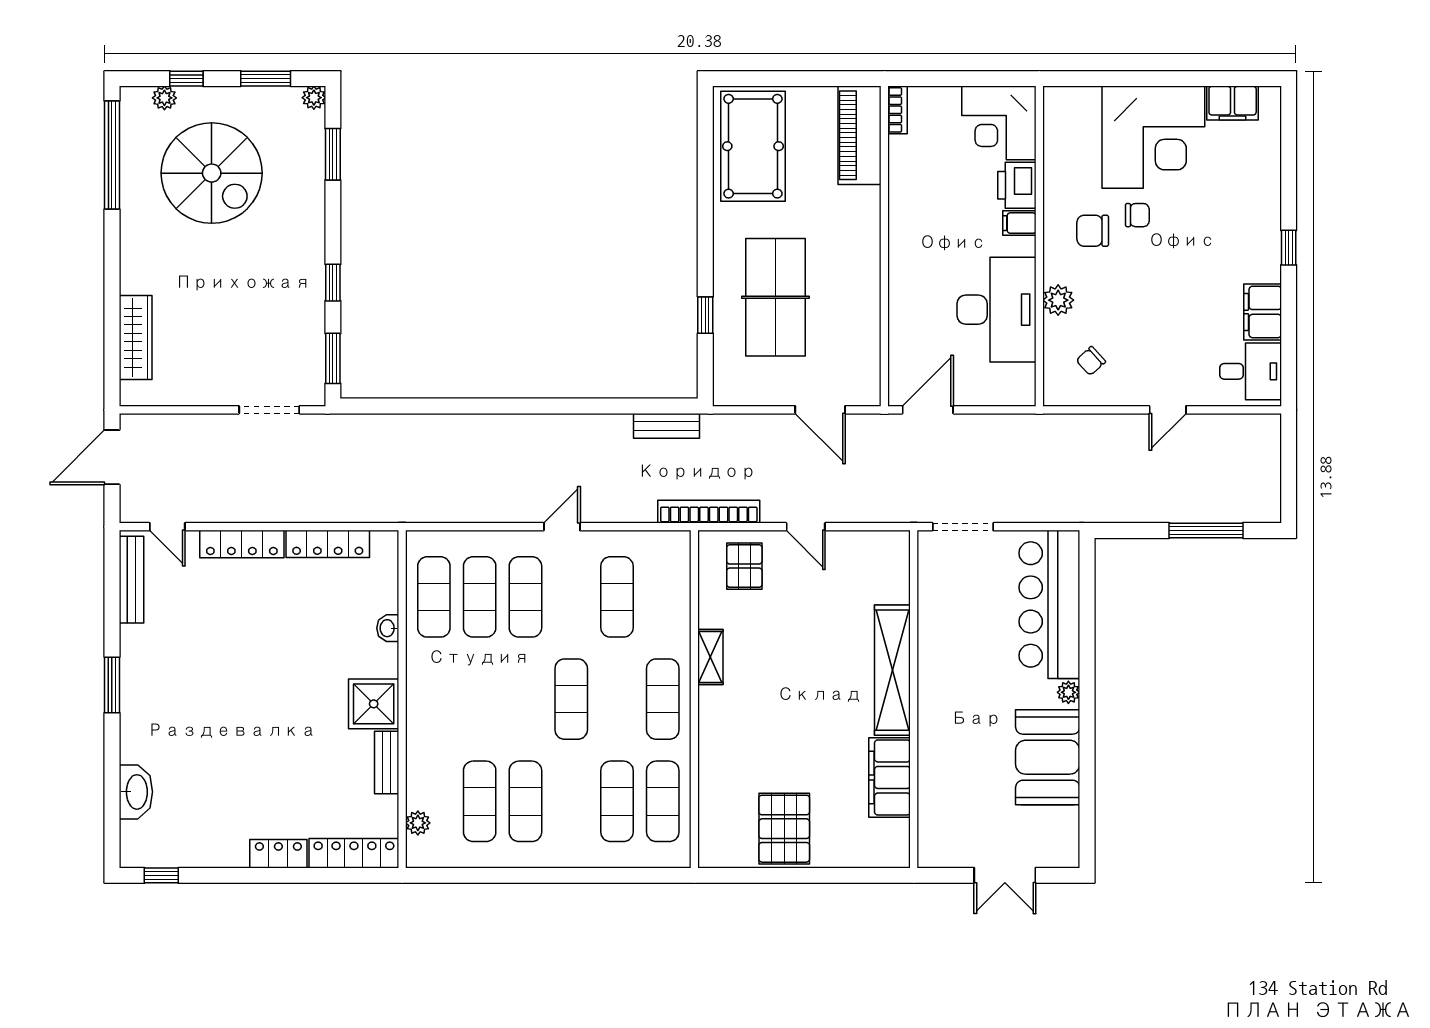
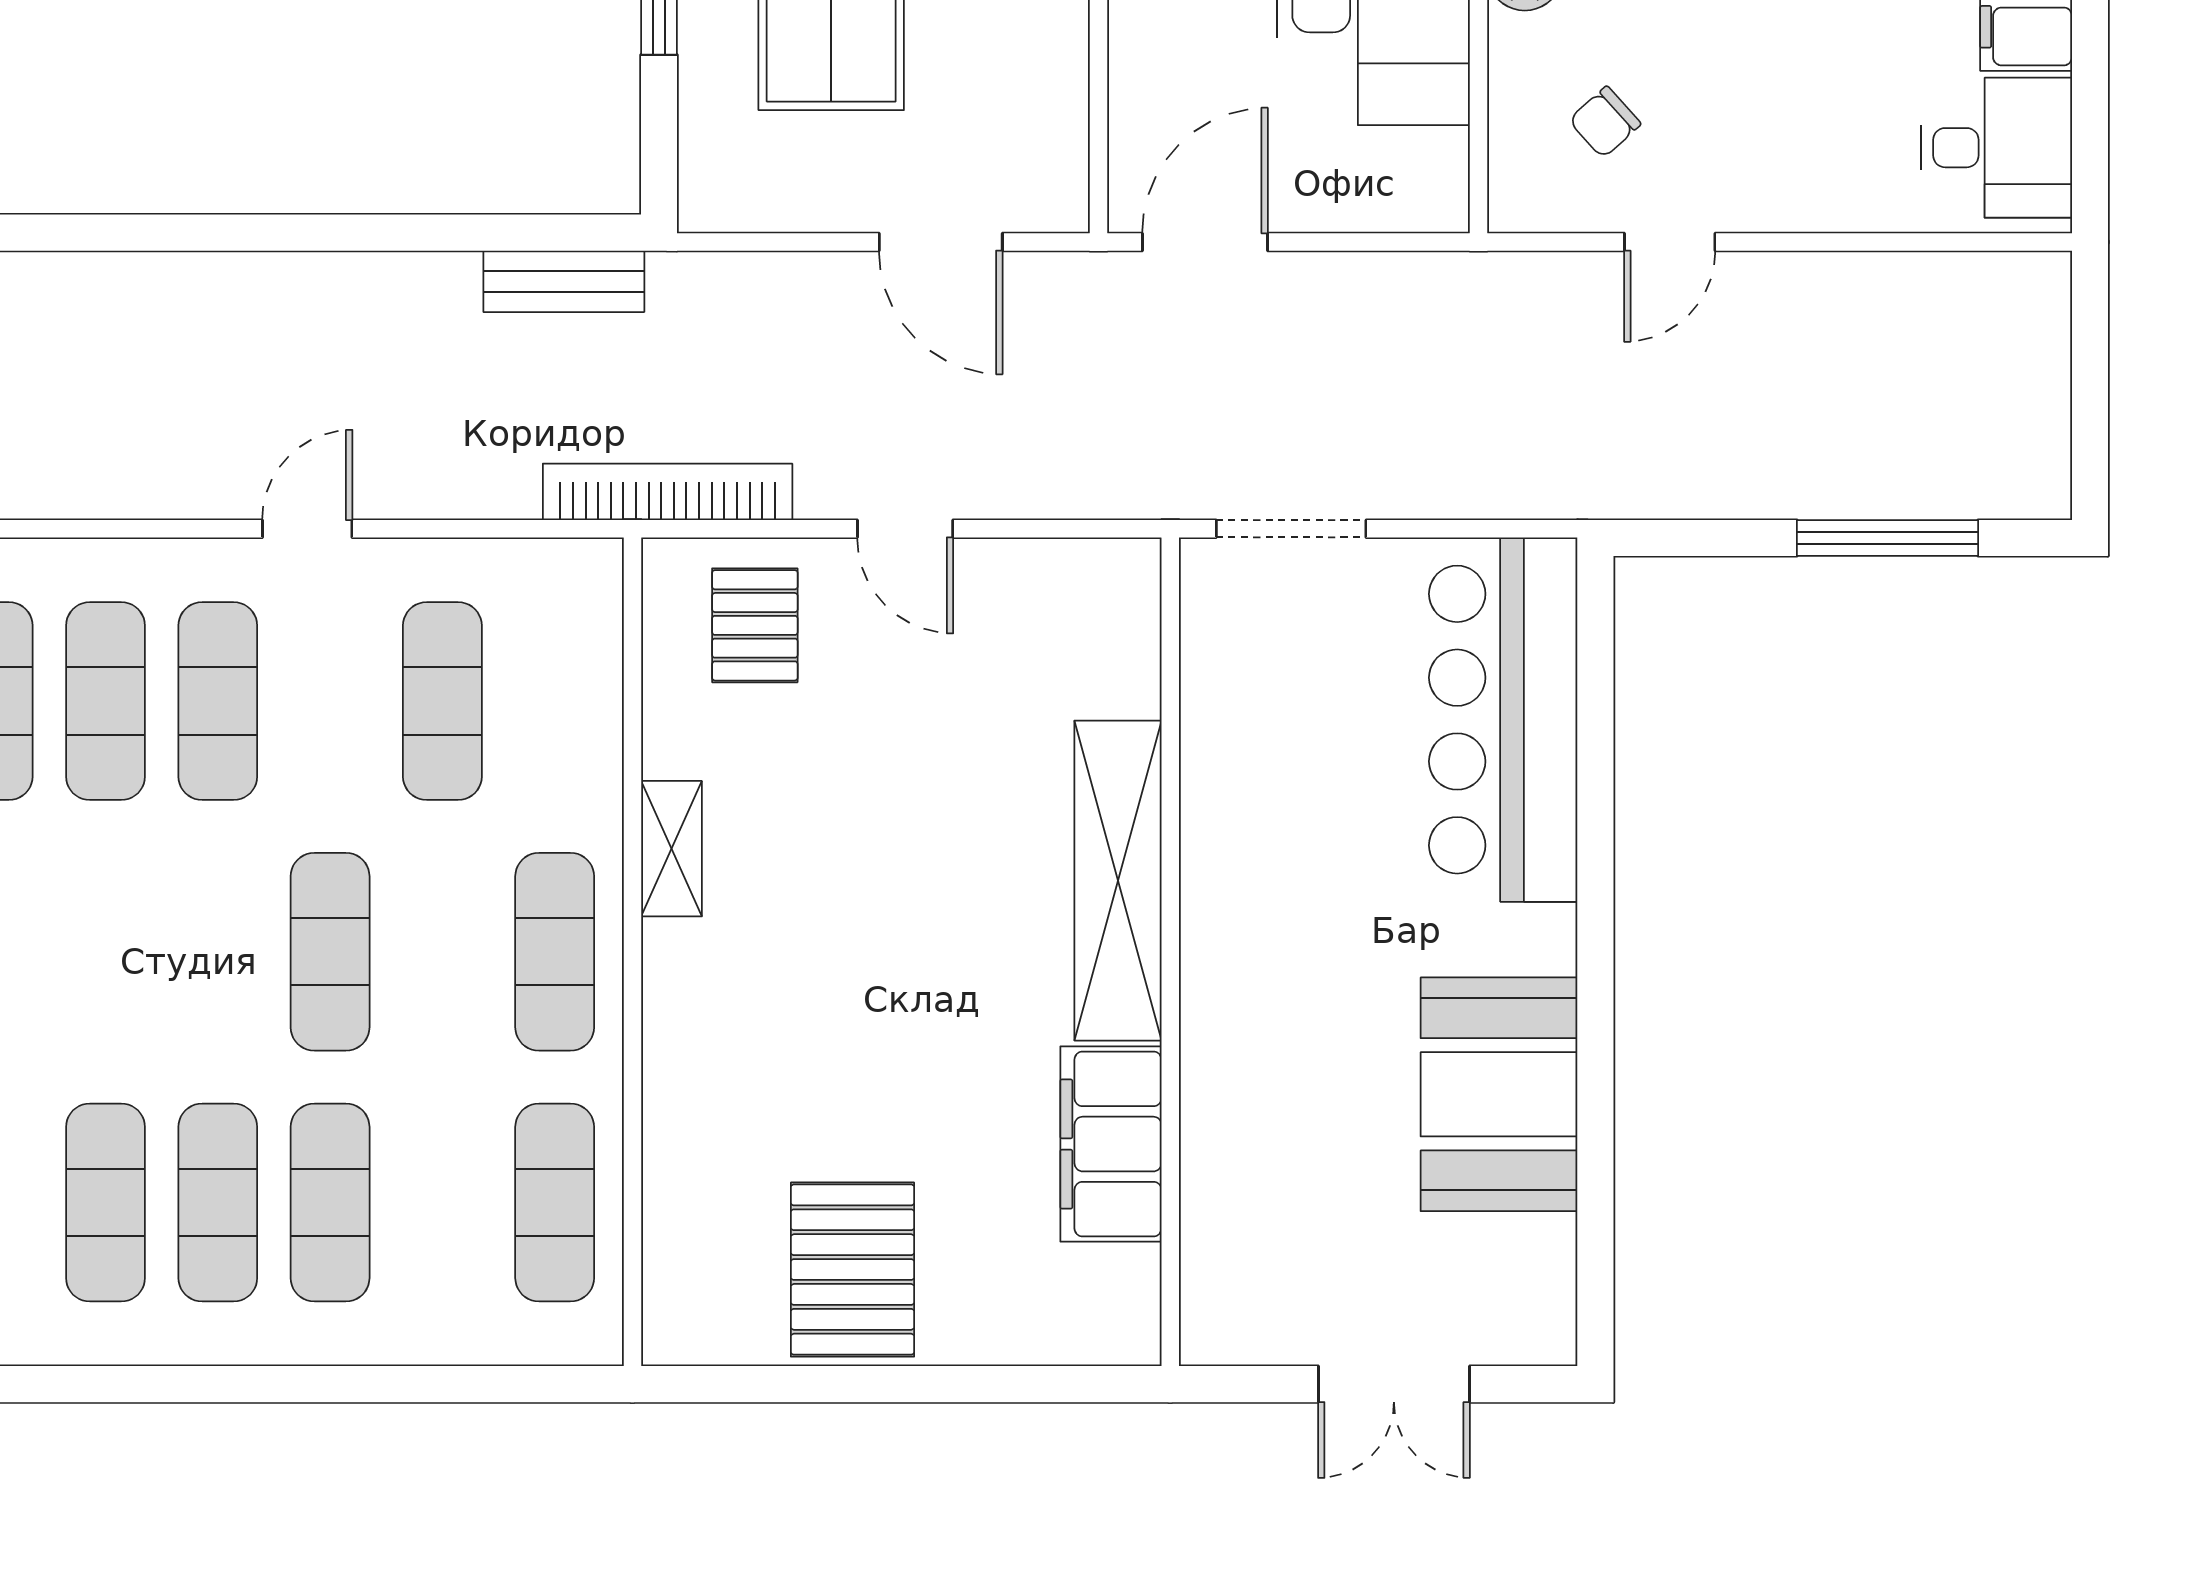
door: (1168, 410) -> (1670, 242), moved
plant: (1068, 692) -> (1550, 935), removed
exercise mat: (617, 801) -> (330, 1202), moved

